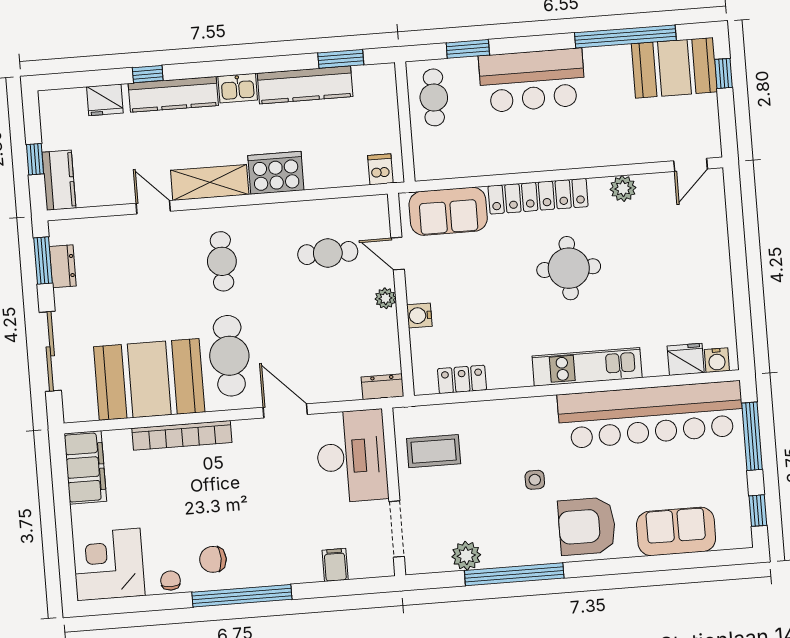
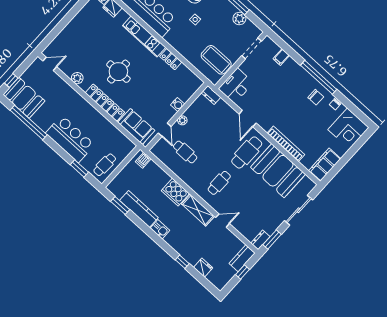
kitchen counter: (173, 94) -> (181, 248), removed
door: (153, 207) -> (223, 221), swing flipped
dresser: (63, 266) -> (260, 240), moved
locker: (462, 379) -> (171, 59), moved
coffee table: (434, 451) -> (216, 60), width x1.36, depth x1.32
desk: (352, 456) -> (236, 86), width x0.73, depth x0.77

